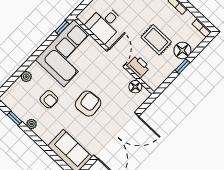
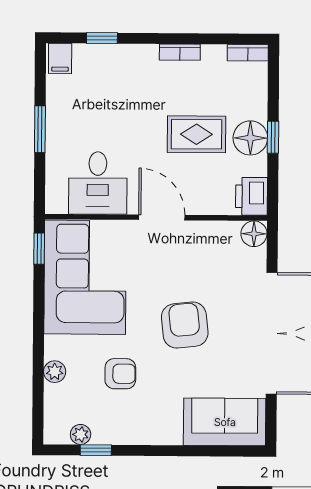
floor lamp: (182, 50) -> (250, 138), moved
printer: (138, 67) -> (251, 196), moved, turned -90
floor lamp: (135, 87) -> (254, 234), moved
plant: (31, 124) -> (81, 434), moved

